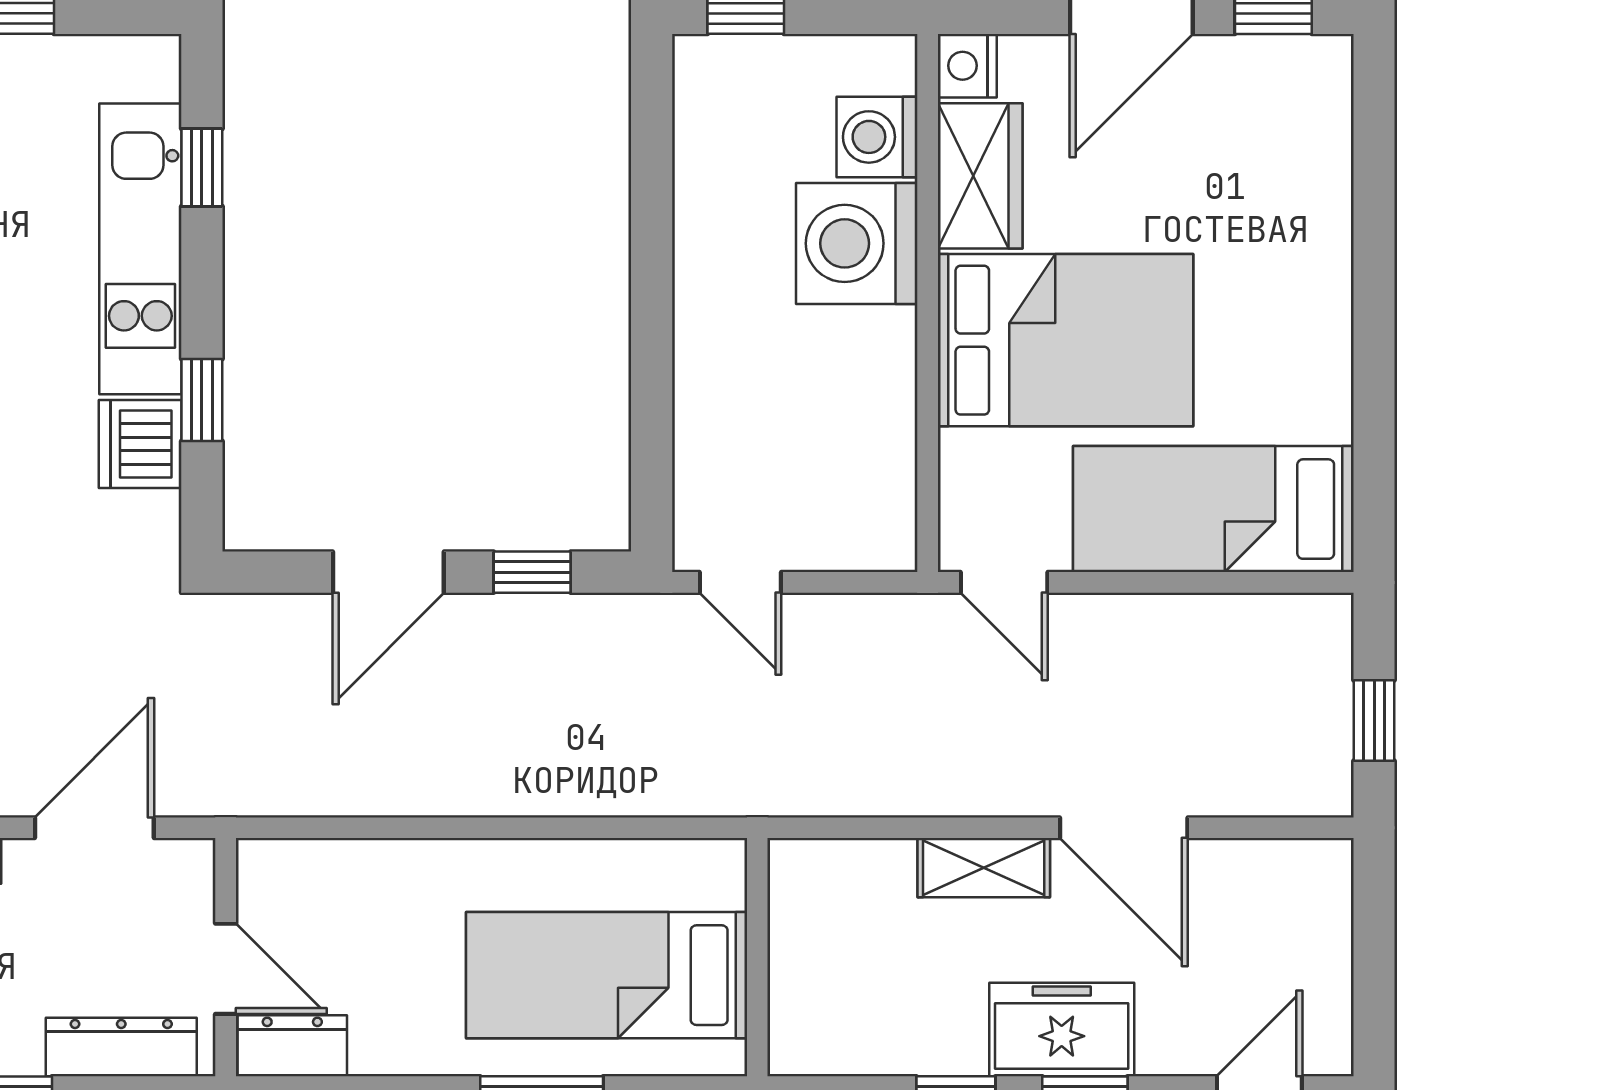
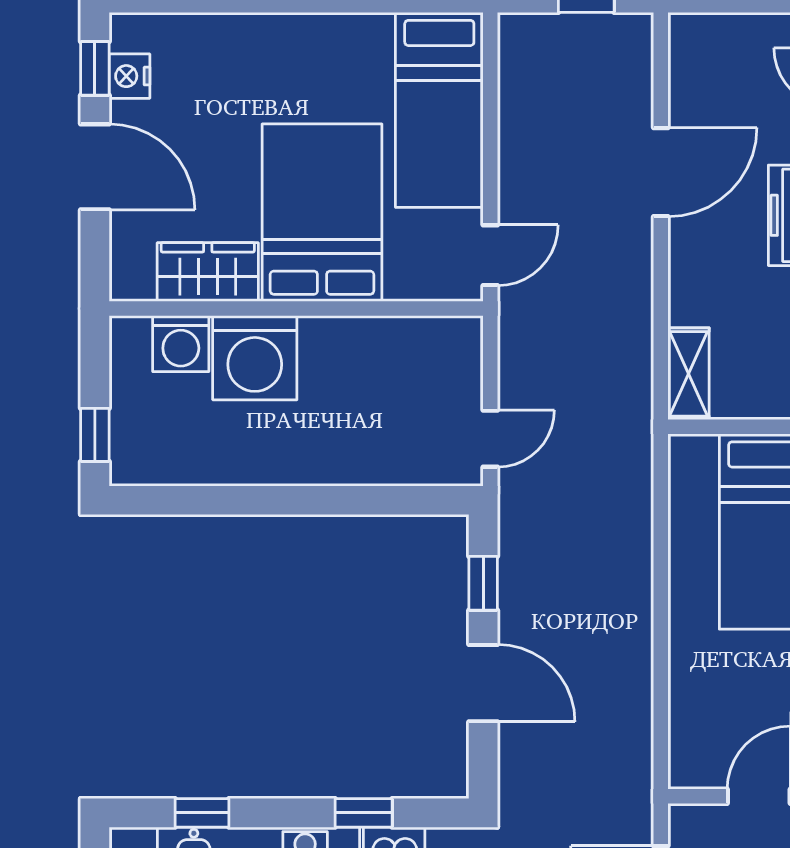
nightstand: (967, 66) -> (129, 76), moved, turned 90
shelving: (984, 868) -> (689, 374), moved

